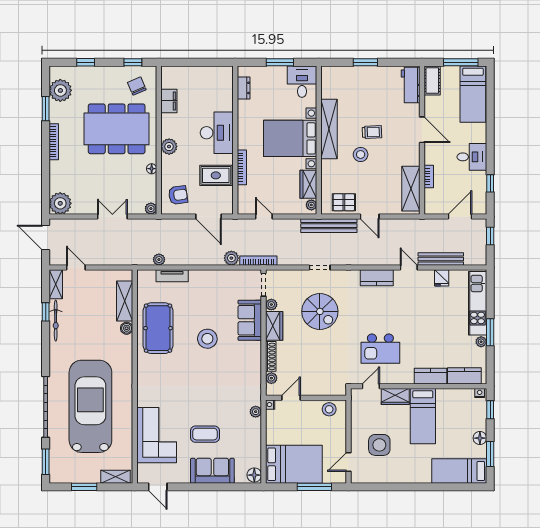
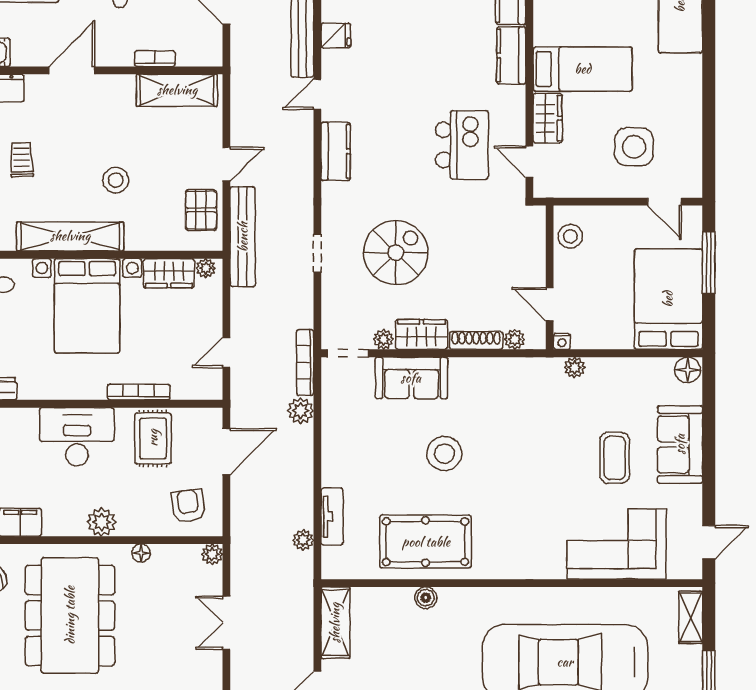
trolley: (372, 132) -> (22, 160), moved
shelving: (125, 301) -> (335, 623), moved, turned 90

